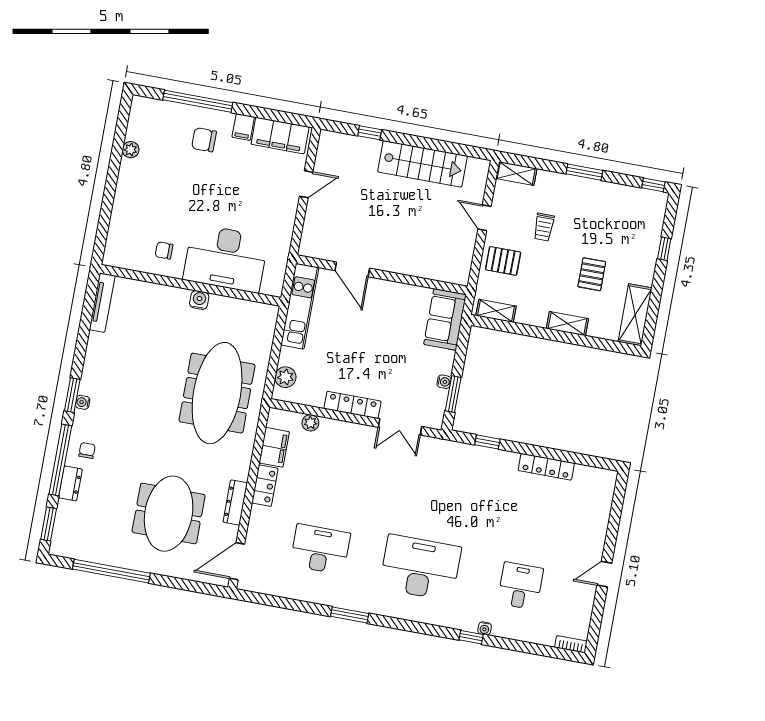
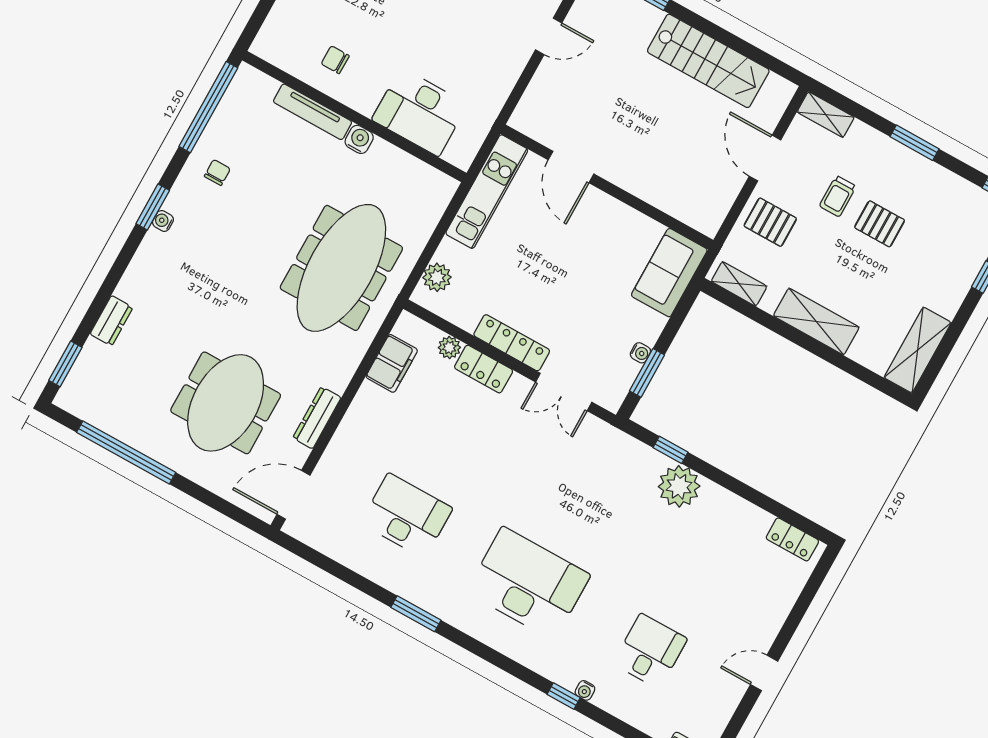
door: (484, 218) -> (765, 158), width x1.38
desk: (226, 258) -> (420, 112), width x0.73, depth x0.77
pallet: (592, 274) -> (880, 224), moved, turned 90
tv unit: (102, 303) -> (313, 112), moved, turned 90
shelving: (567, 324) -> (816, 322), width x1.50, depth x1.33
chair: (87, 450) -> (217, 173), moved
window: (60, 460) -> (208, 107), moved
plant: (502, 465) -> (679, 486), added
locker: (546, 467) -> (792, 539), moved, width x0.66
locker: (265, 486) -> (484, 369), moved, turned 90

